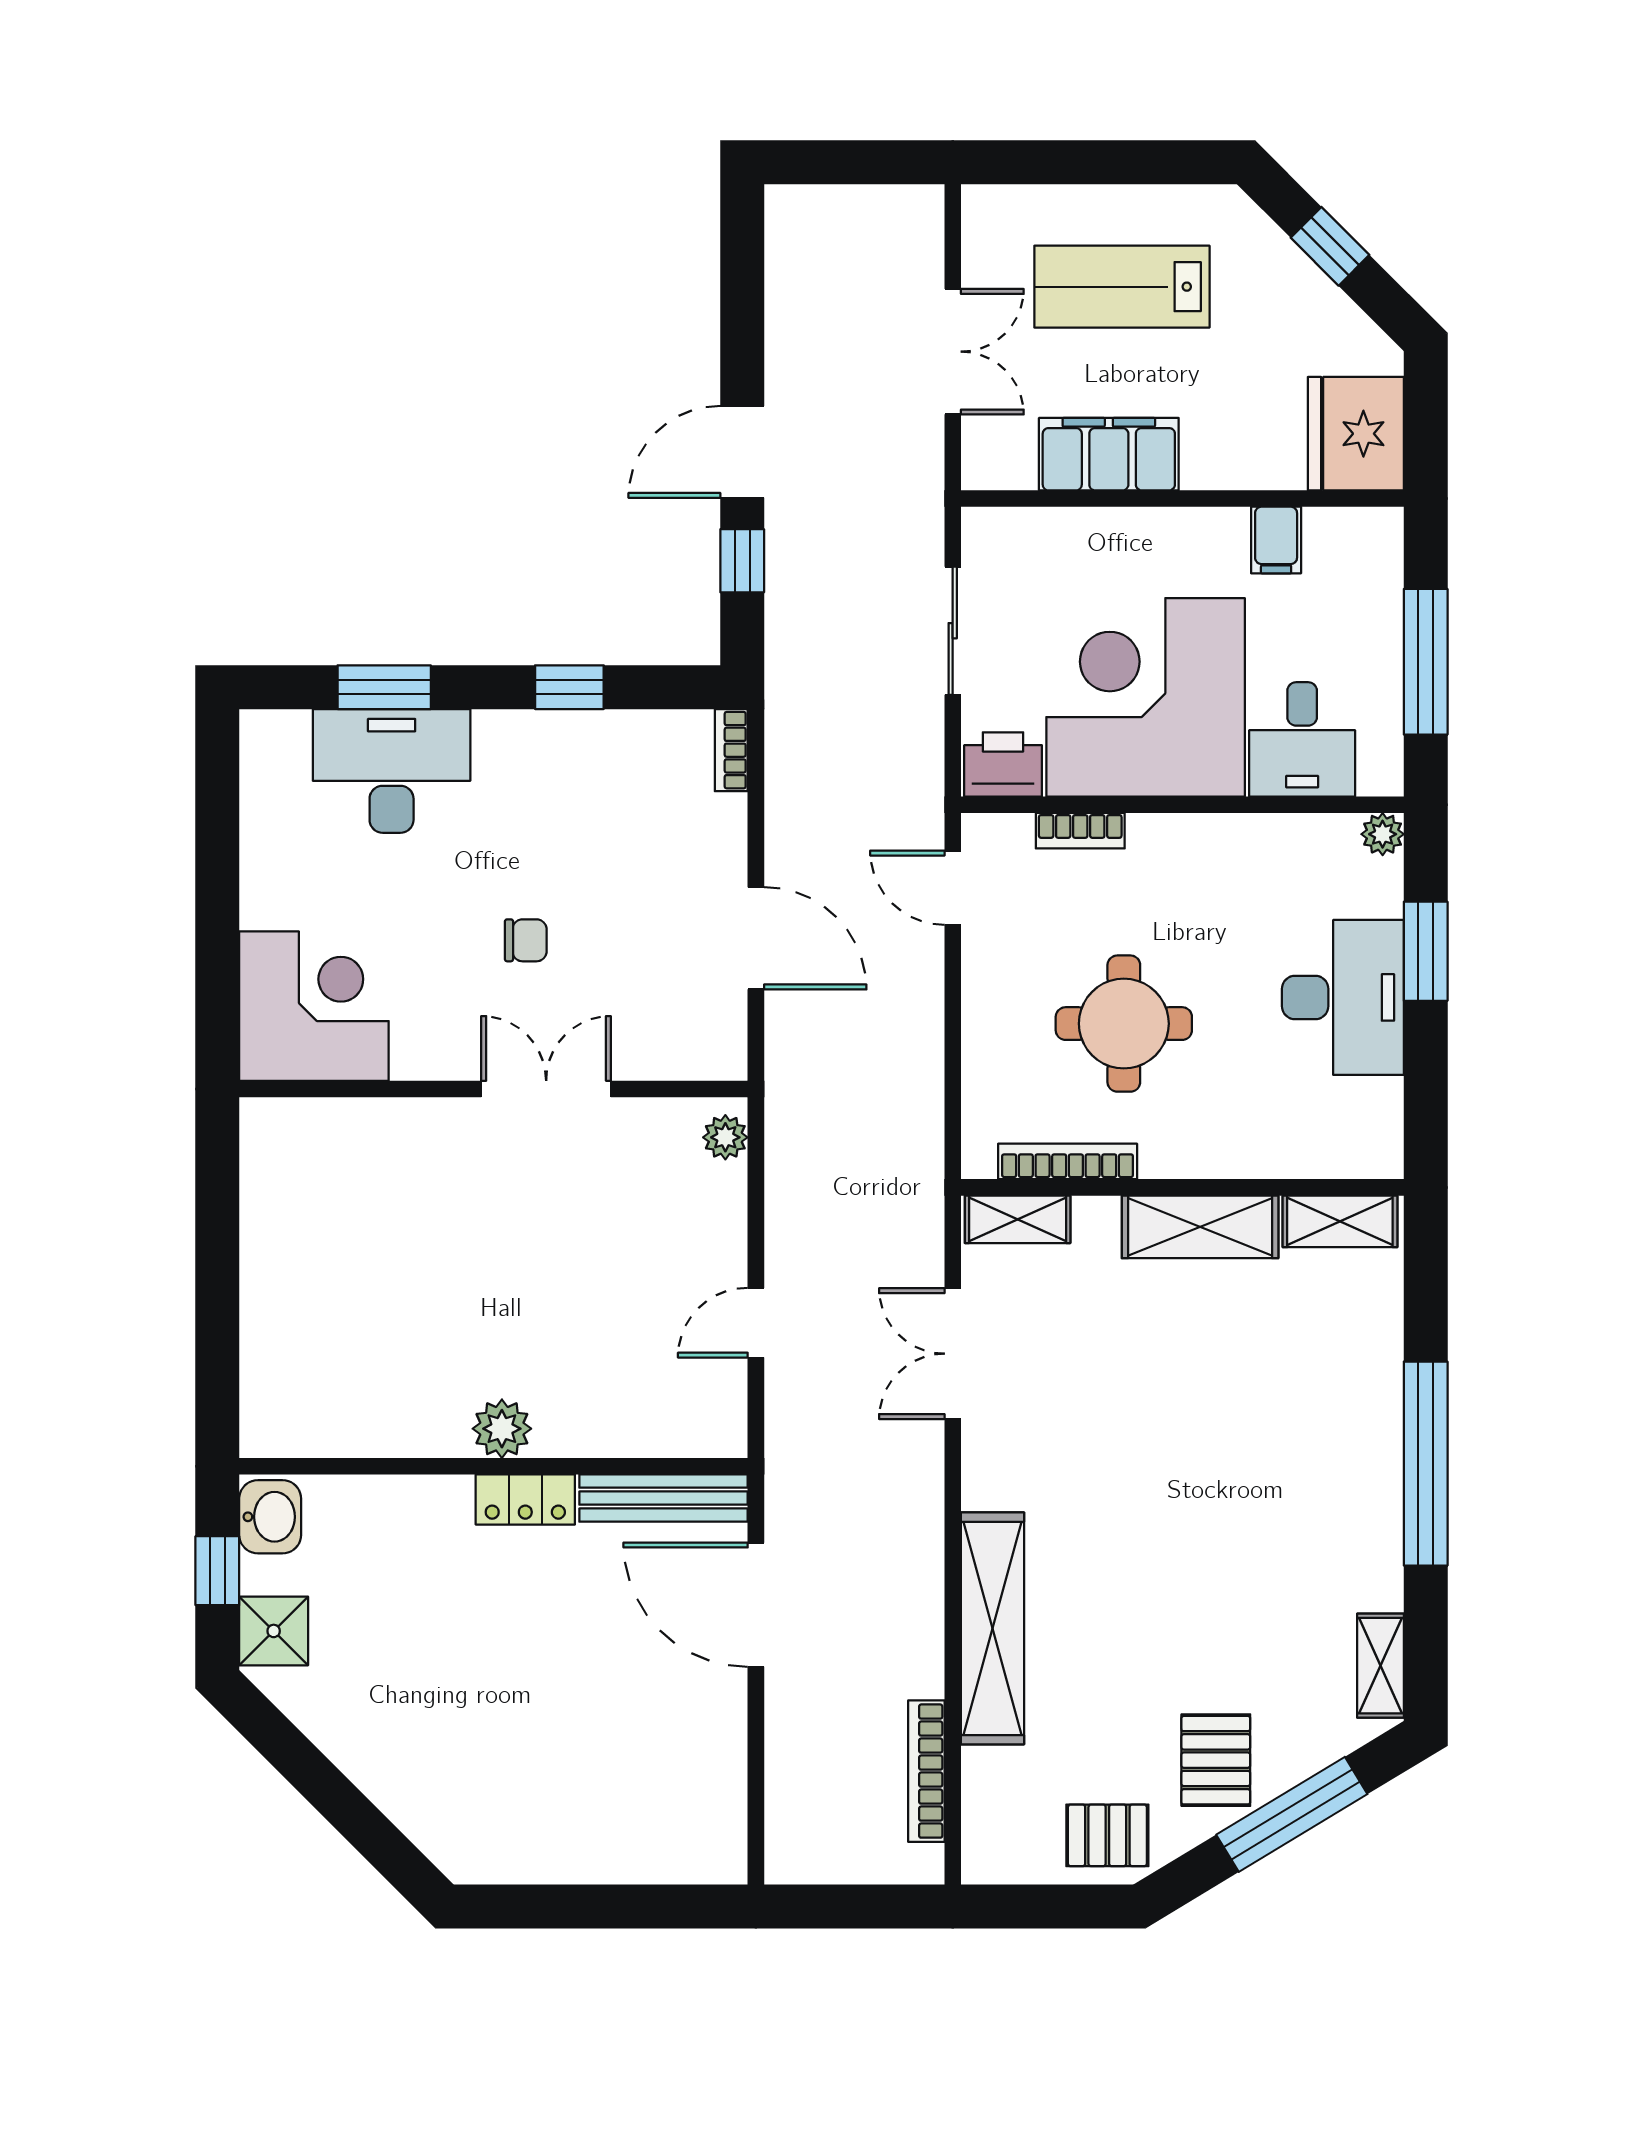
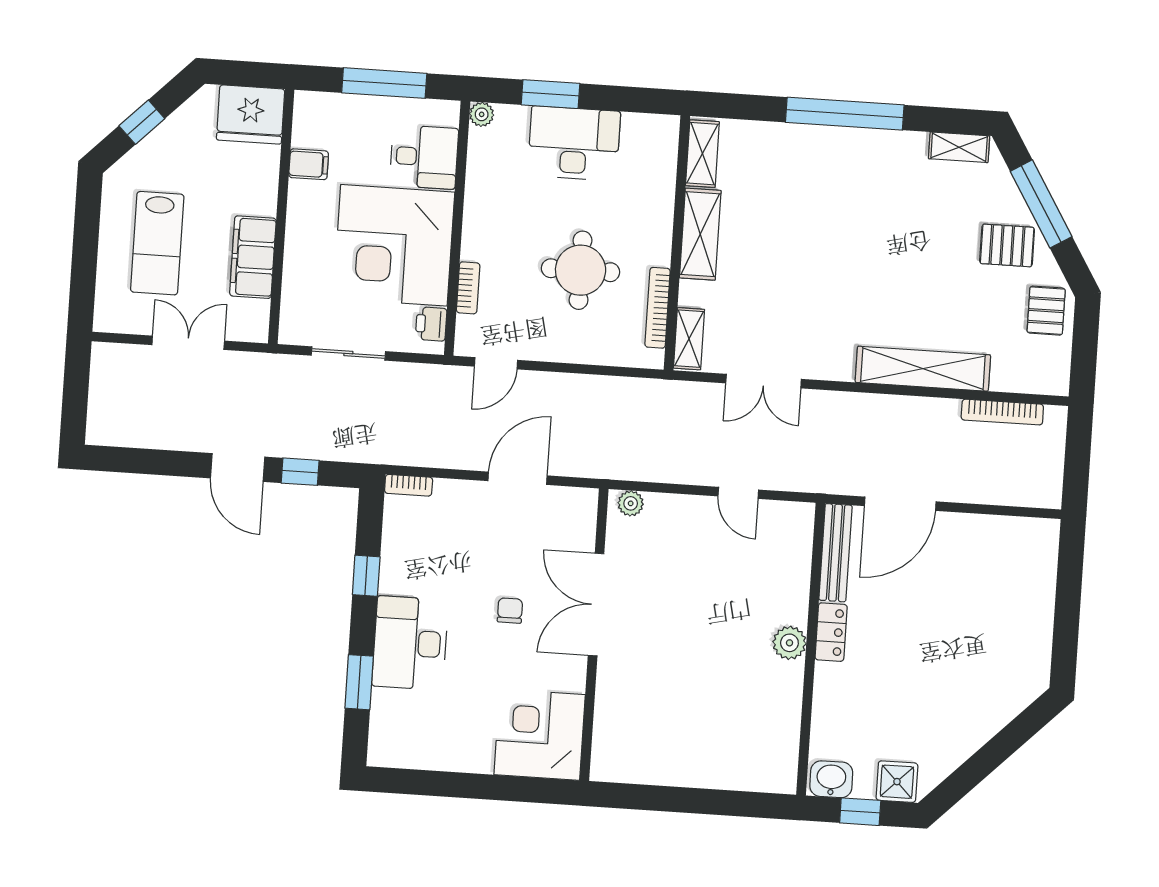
printer: (1003, 764) -> (431, 324), width x0.73, depth x0.81
desk: (392, 771) -> (410, 643), moved
double door: (546, 1089) -> (596, 605), width x1.37

